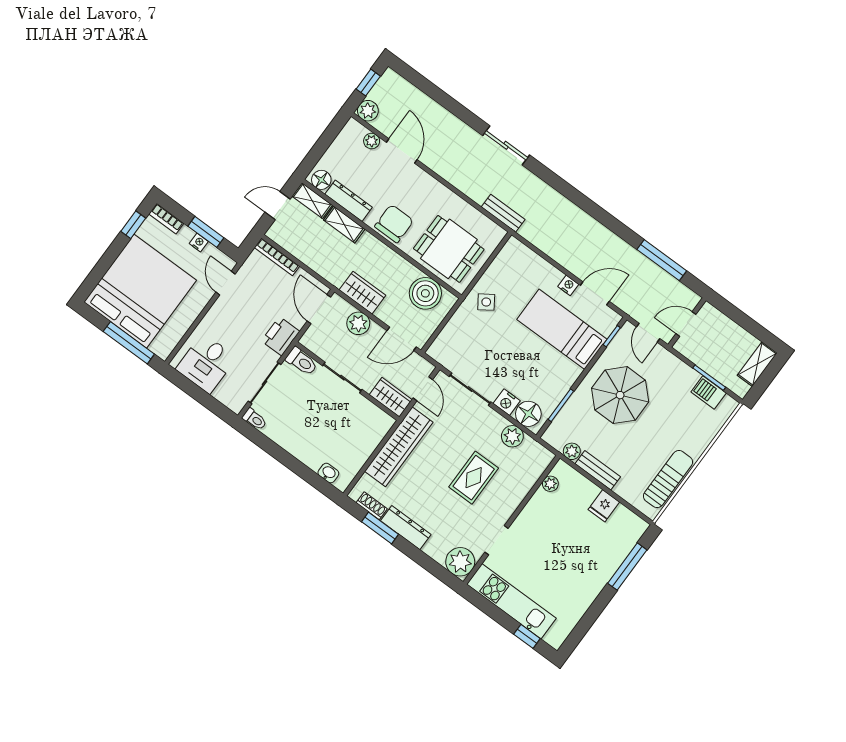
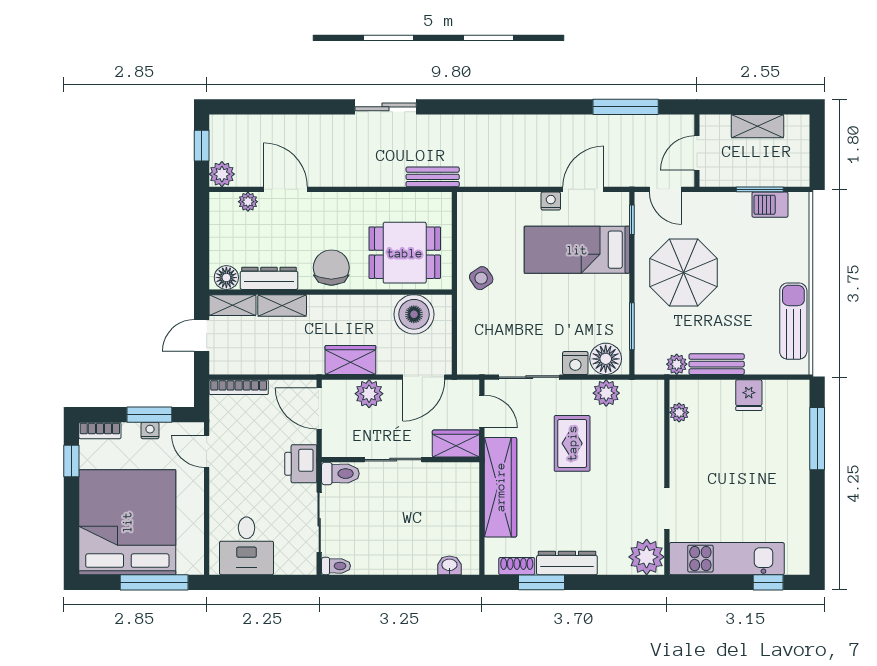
shelving: (757, 364) -> (757, 126), moved, turned 90
rug: (474, 478) -> (572, 443), moved

